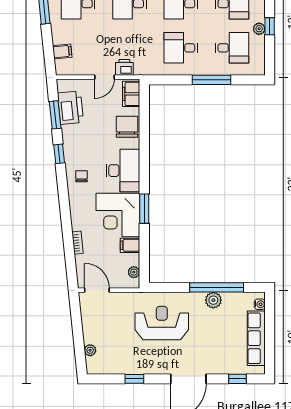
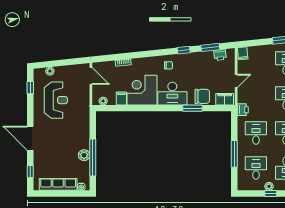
desk: (232, 48) -> (256, 168), turned 180
filing cabinet: (62, 51) -> (243, 53), moved
printer: (124, 67) -> (243, 110), moved
door: (104, 77) -> (236, 81), swing flipped
printer: (70, 108) -> (220, 55), width x0.53, depth x0.68
window: (144, 209) -> (192, 108), moved
door: (97, 290) -> (91, 76), hinge flipped
reception desk: (162, 323) -> (56, 100), moved
window: (134, 379) -> (30, 88), moved

